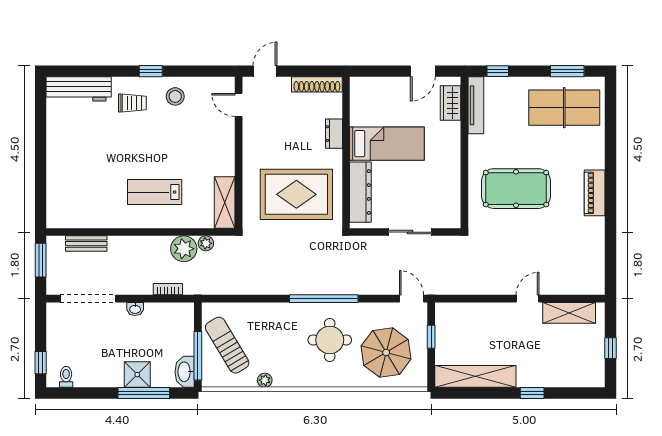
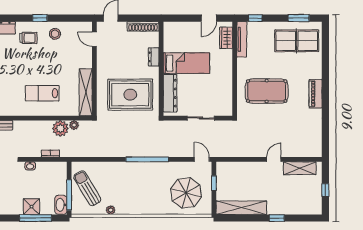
shelving: (225, 203) -> (86, 92), width x1.47
round table: (330, 340) -> (151, 185), removed

